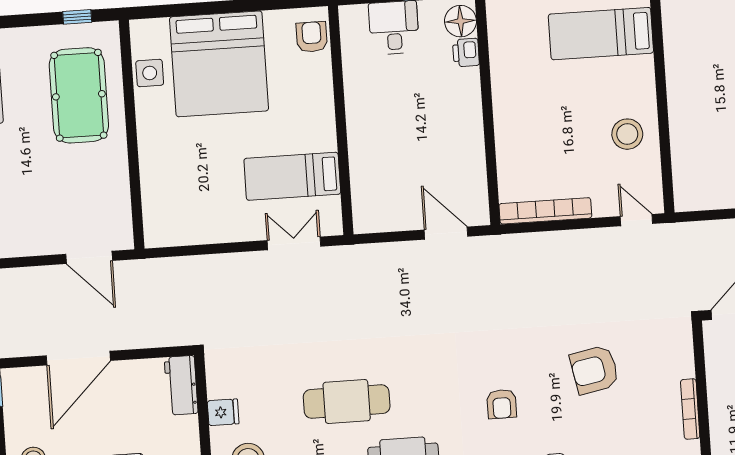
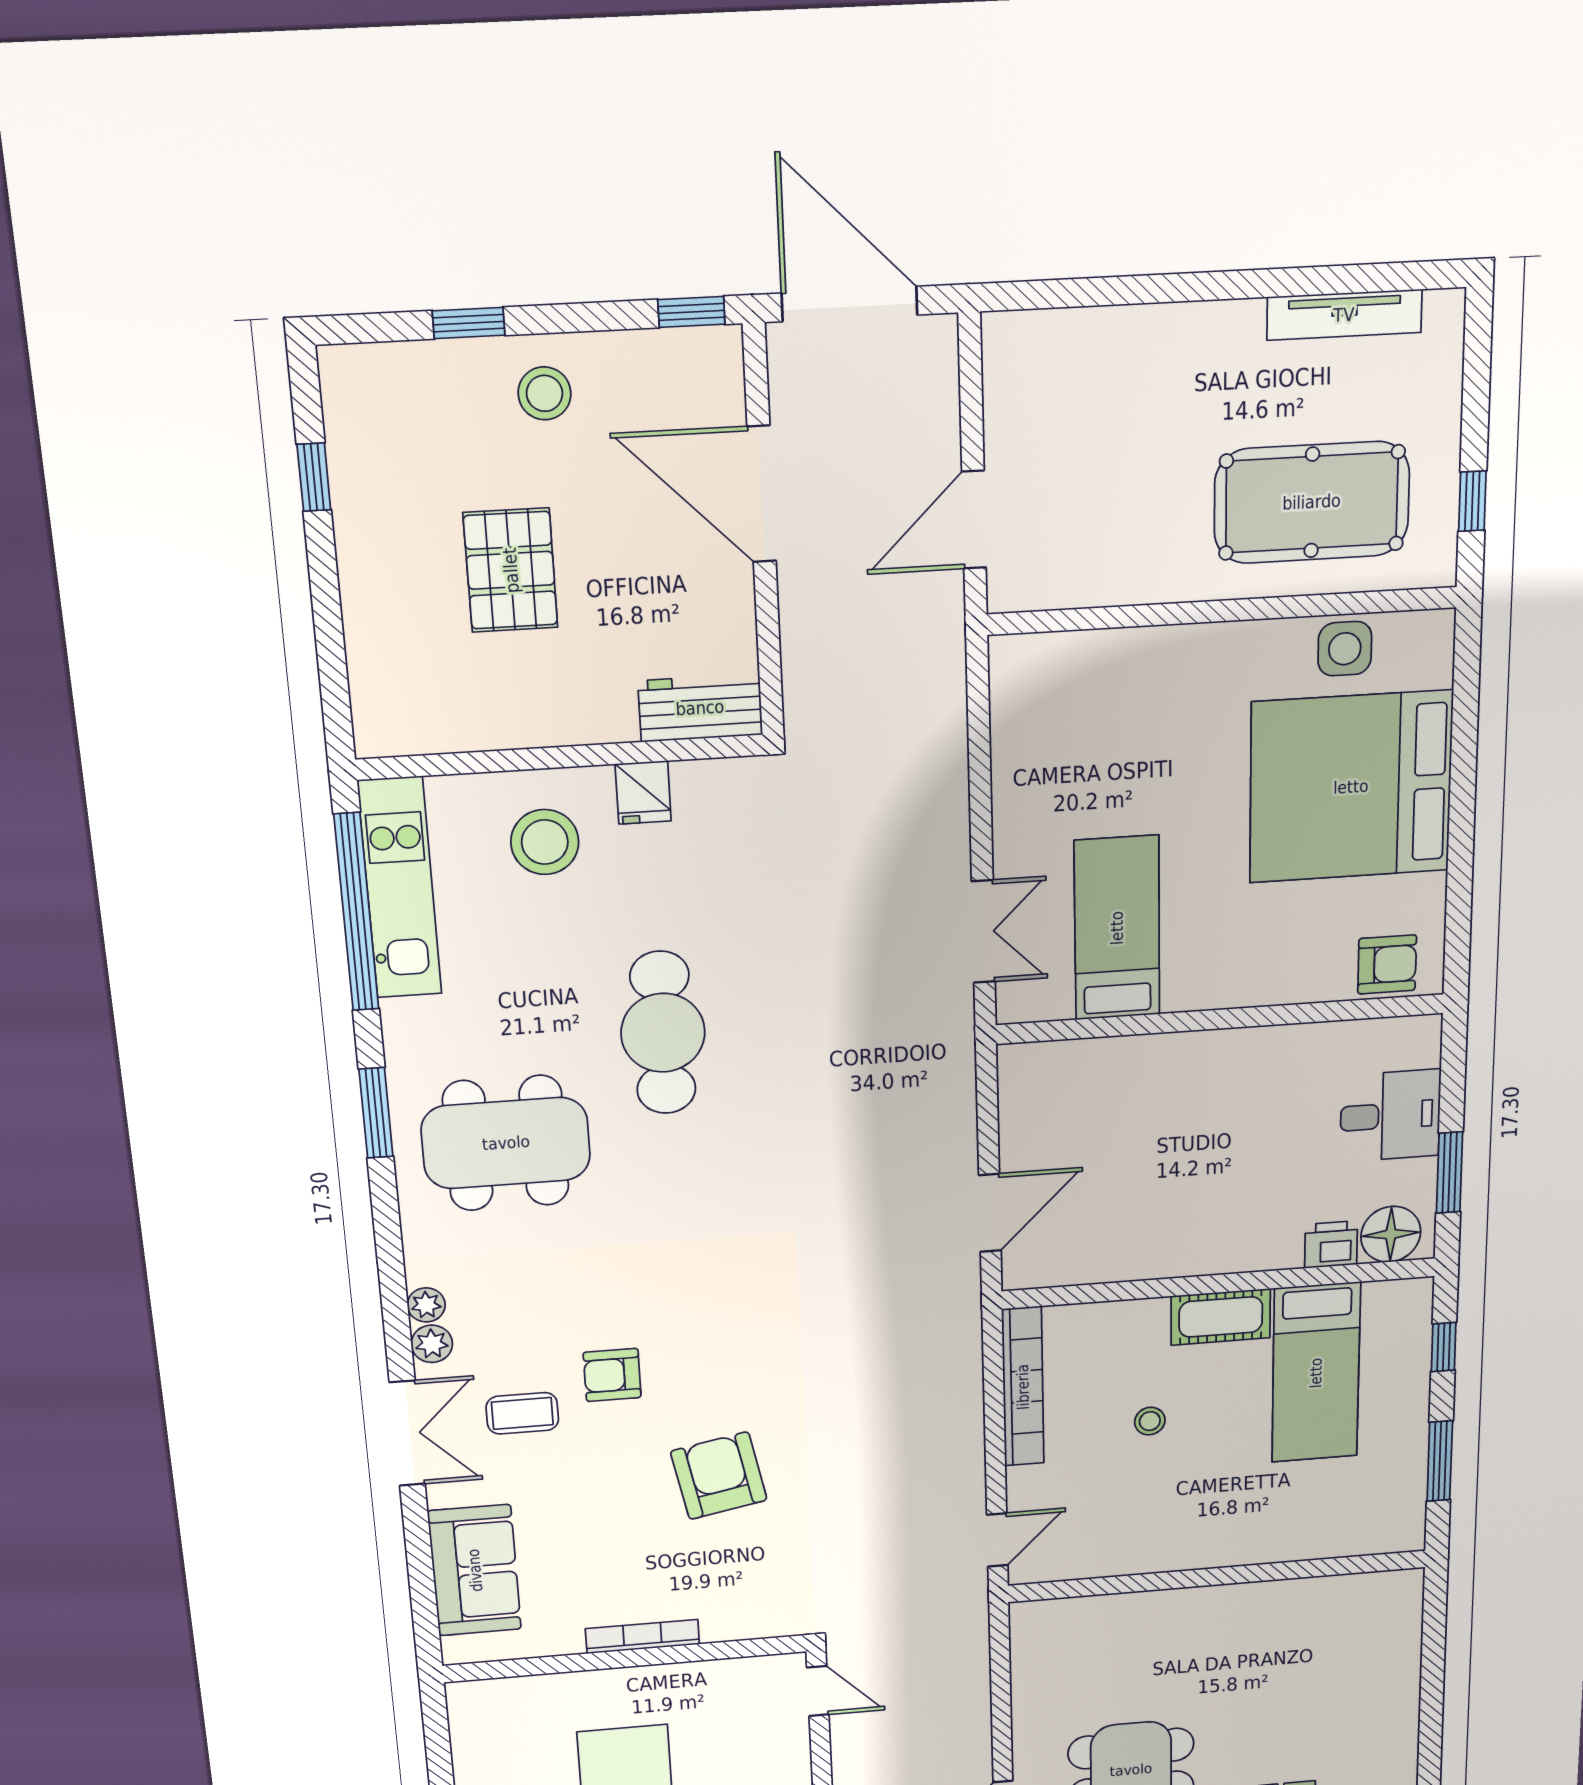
bed: (601, 34) -> (1316, 1373), moved, turned 180
cot: (507, 108) -> (1221, 1317), added
stool: (627, 134) -> (1150, 1421), moved, width x0.53, depth x0.53
armchair: (502, 404) -> (612, 1375), moved

